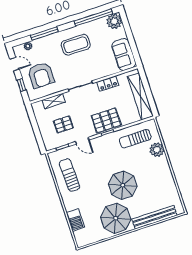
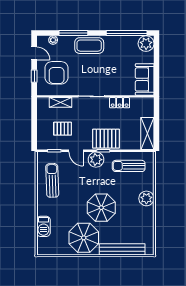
coffee table: (76, 45) -> (89, 46), moved
shelving: (140, 96) -> (147, 134), width x0.68
plant: (103, 143) -> (96, 160), added
plant: (157, 150) -> (146, 198), moved

